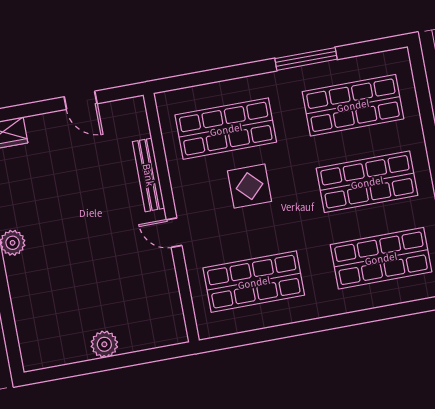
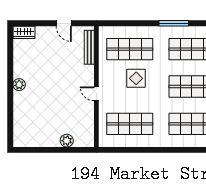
bench: (149, 175) -> (89, 47), moved
plant: (104, 344) -> (67, 141), moved

